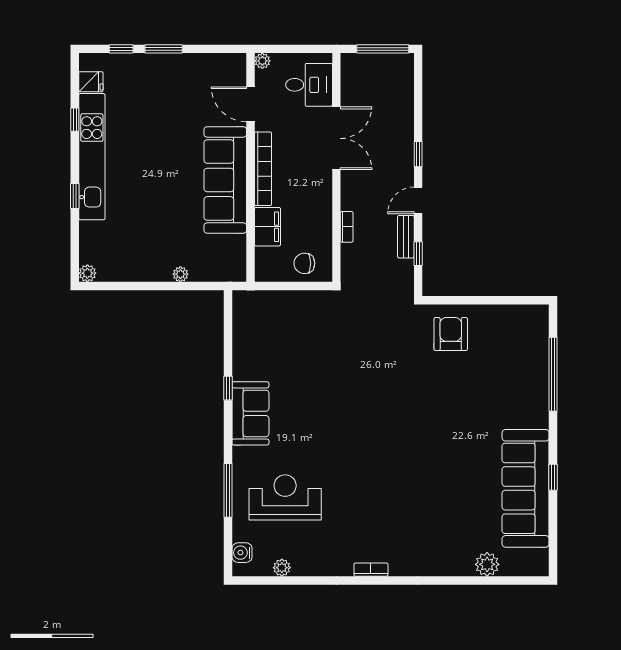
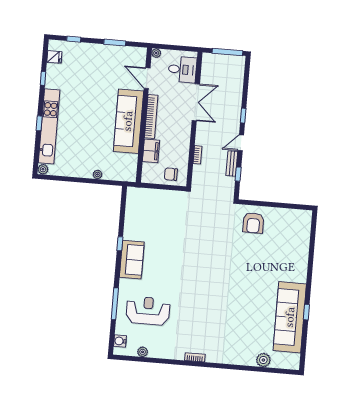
window: (164, 49) -> (115, 43), moved
kitchen unit: (92, 157) -> (49, 126), moved
armchair: (451, 334) -> (253, 223), turned 180
window: (553, 374) -> (311, 252), removed

